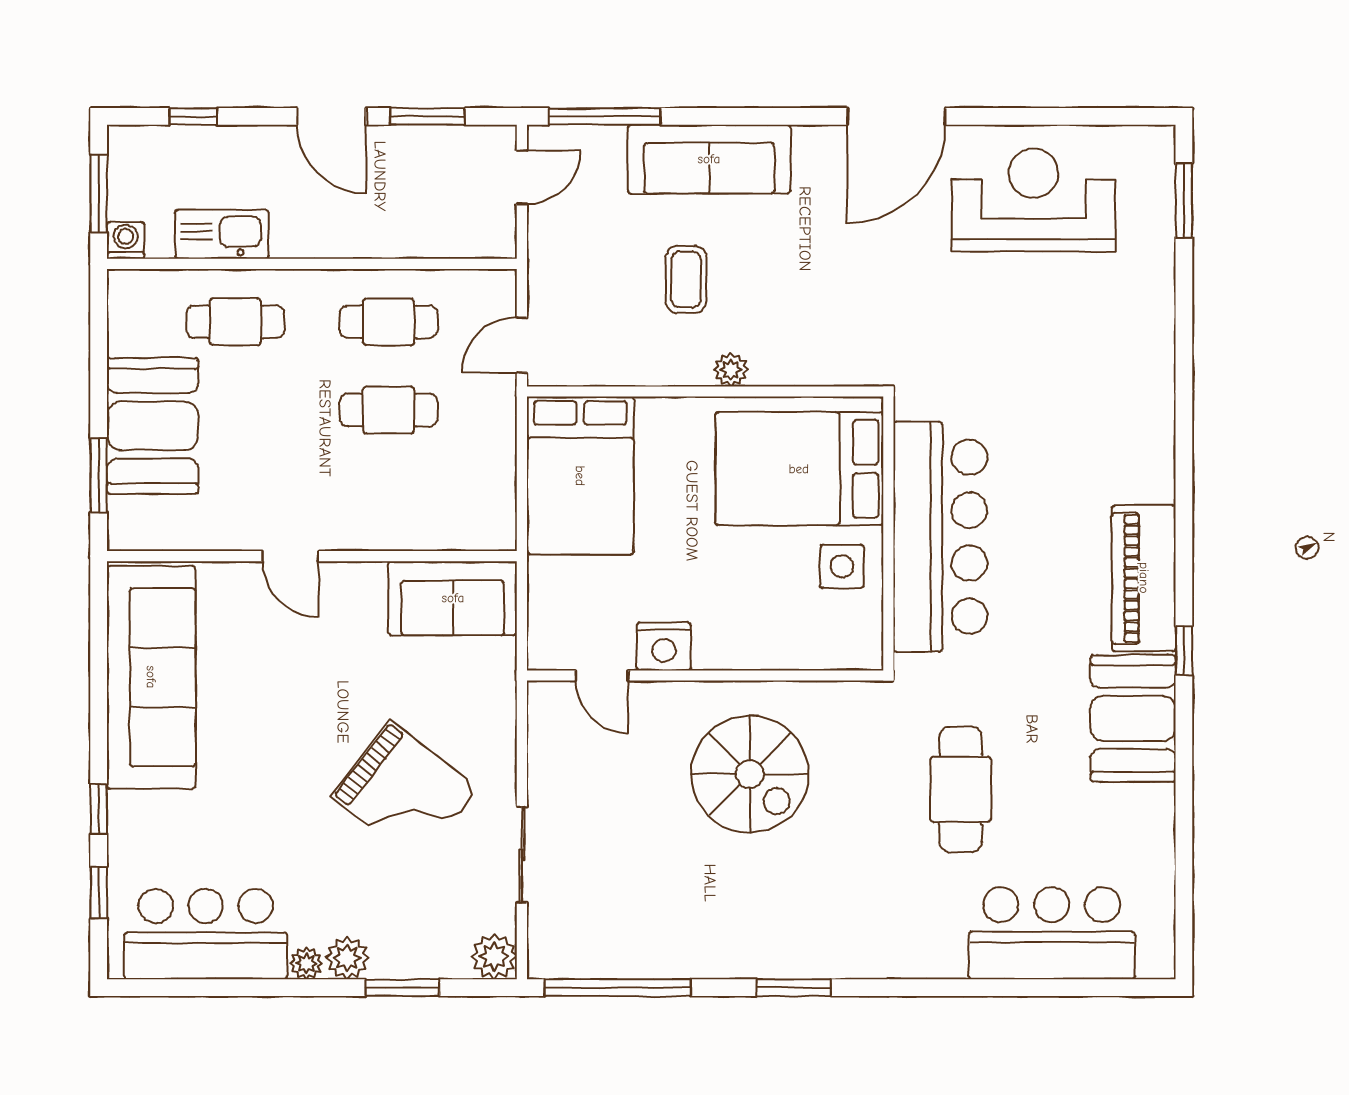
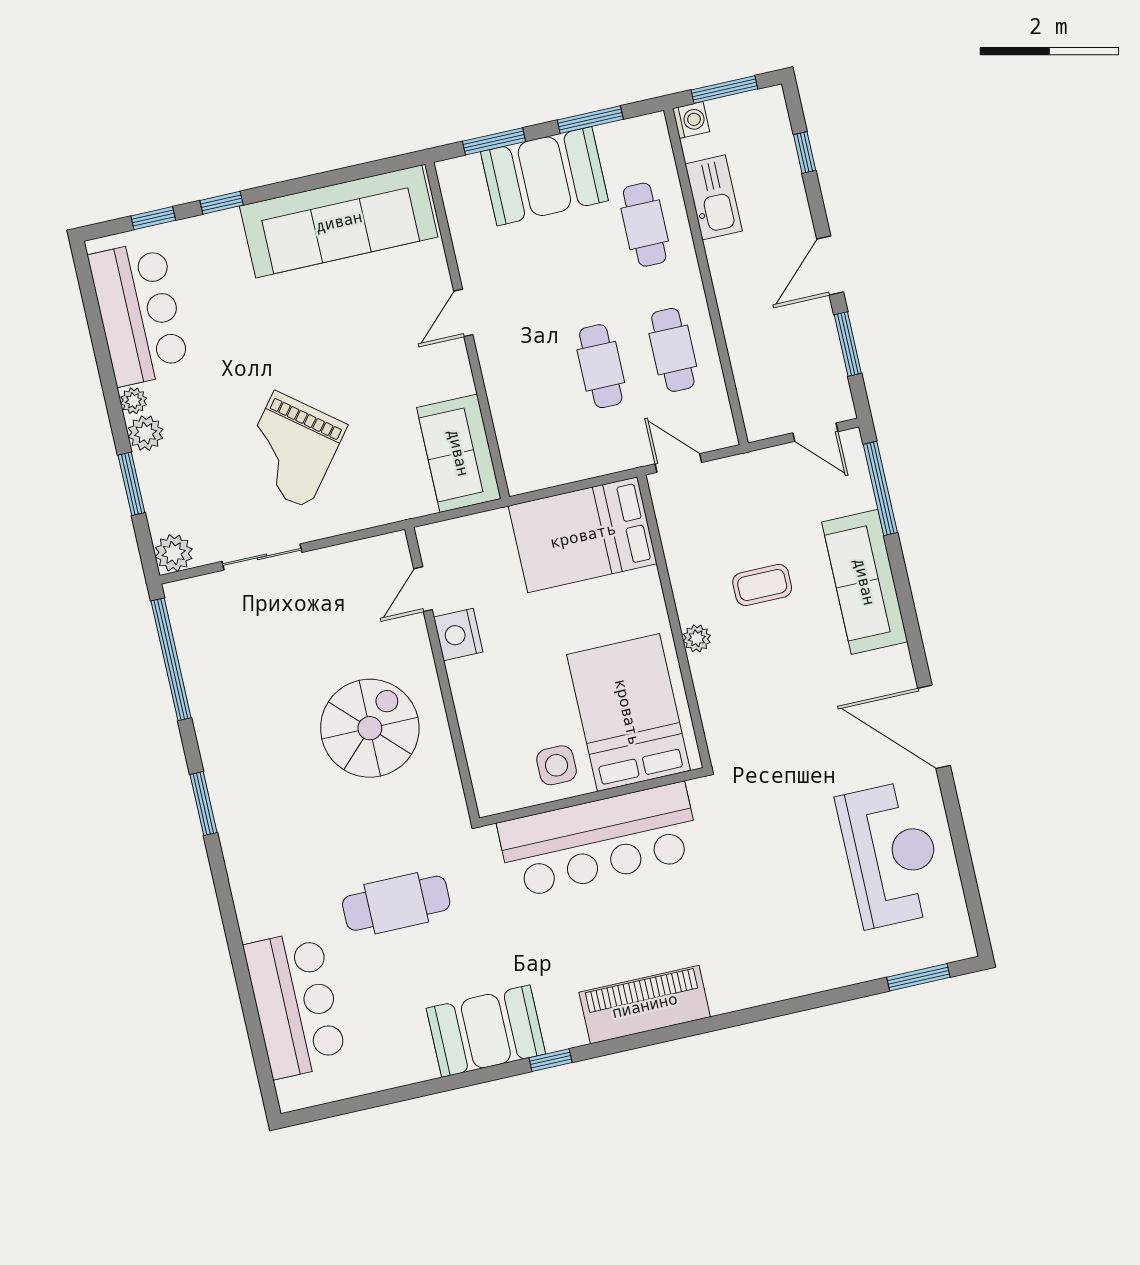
window: (99, 358) -> (590, 120), added
piano: (1144, 578) -> (645, 1005), moved
spiral stairs: (750, 774) -> (370, 728), turned 180

